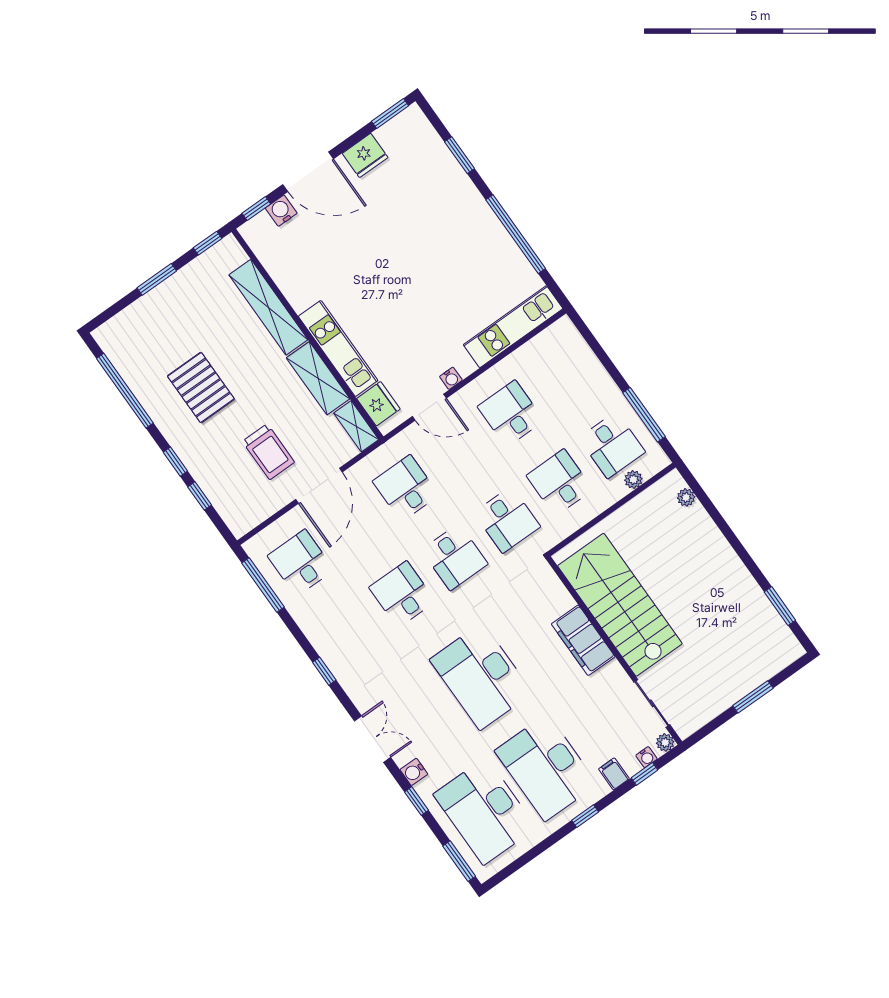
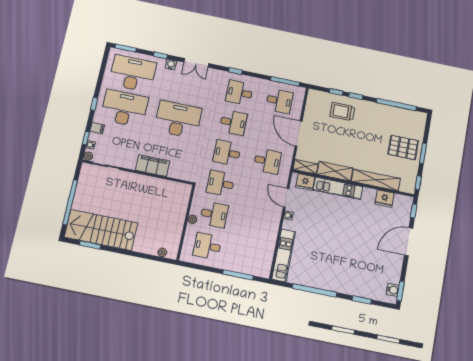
fridge: (365, 155) -> (385, 199), moved, turned -90
water cooler: (281, 211) -> (393, 290), moved
pallet: (201, 388) -> (403, 147), moved
door: (429, 407) -> (286, 198), hinge flipped
desk: (511, 414) -> (240, 93), moved, turned 180
window: (644, 415) -> (238, 275), moved
trolley: (268, 452) -> (342, 112), moved
plant: (633, 480) -> (192, 219), moved
stairs: (620, 605) -> (101, 230), moved, turned 180
window: (753, 697) -> (70, 202), width x2.11

